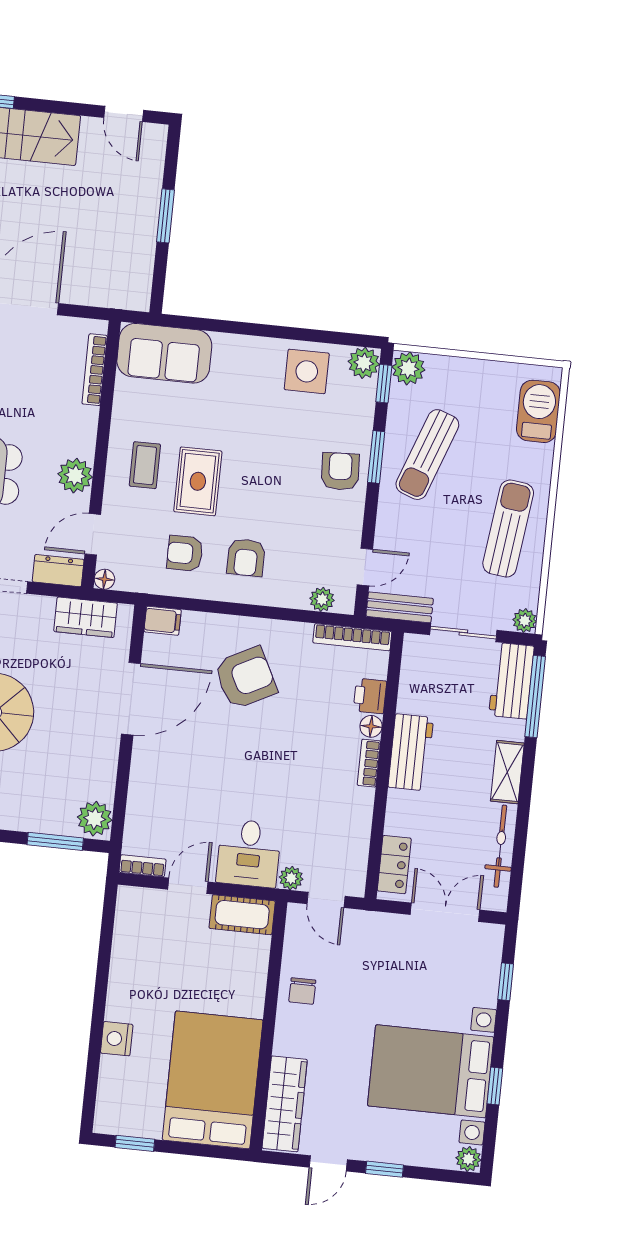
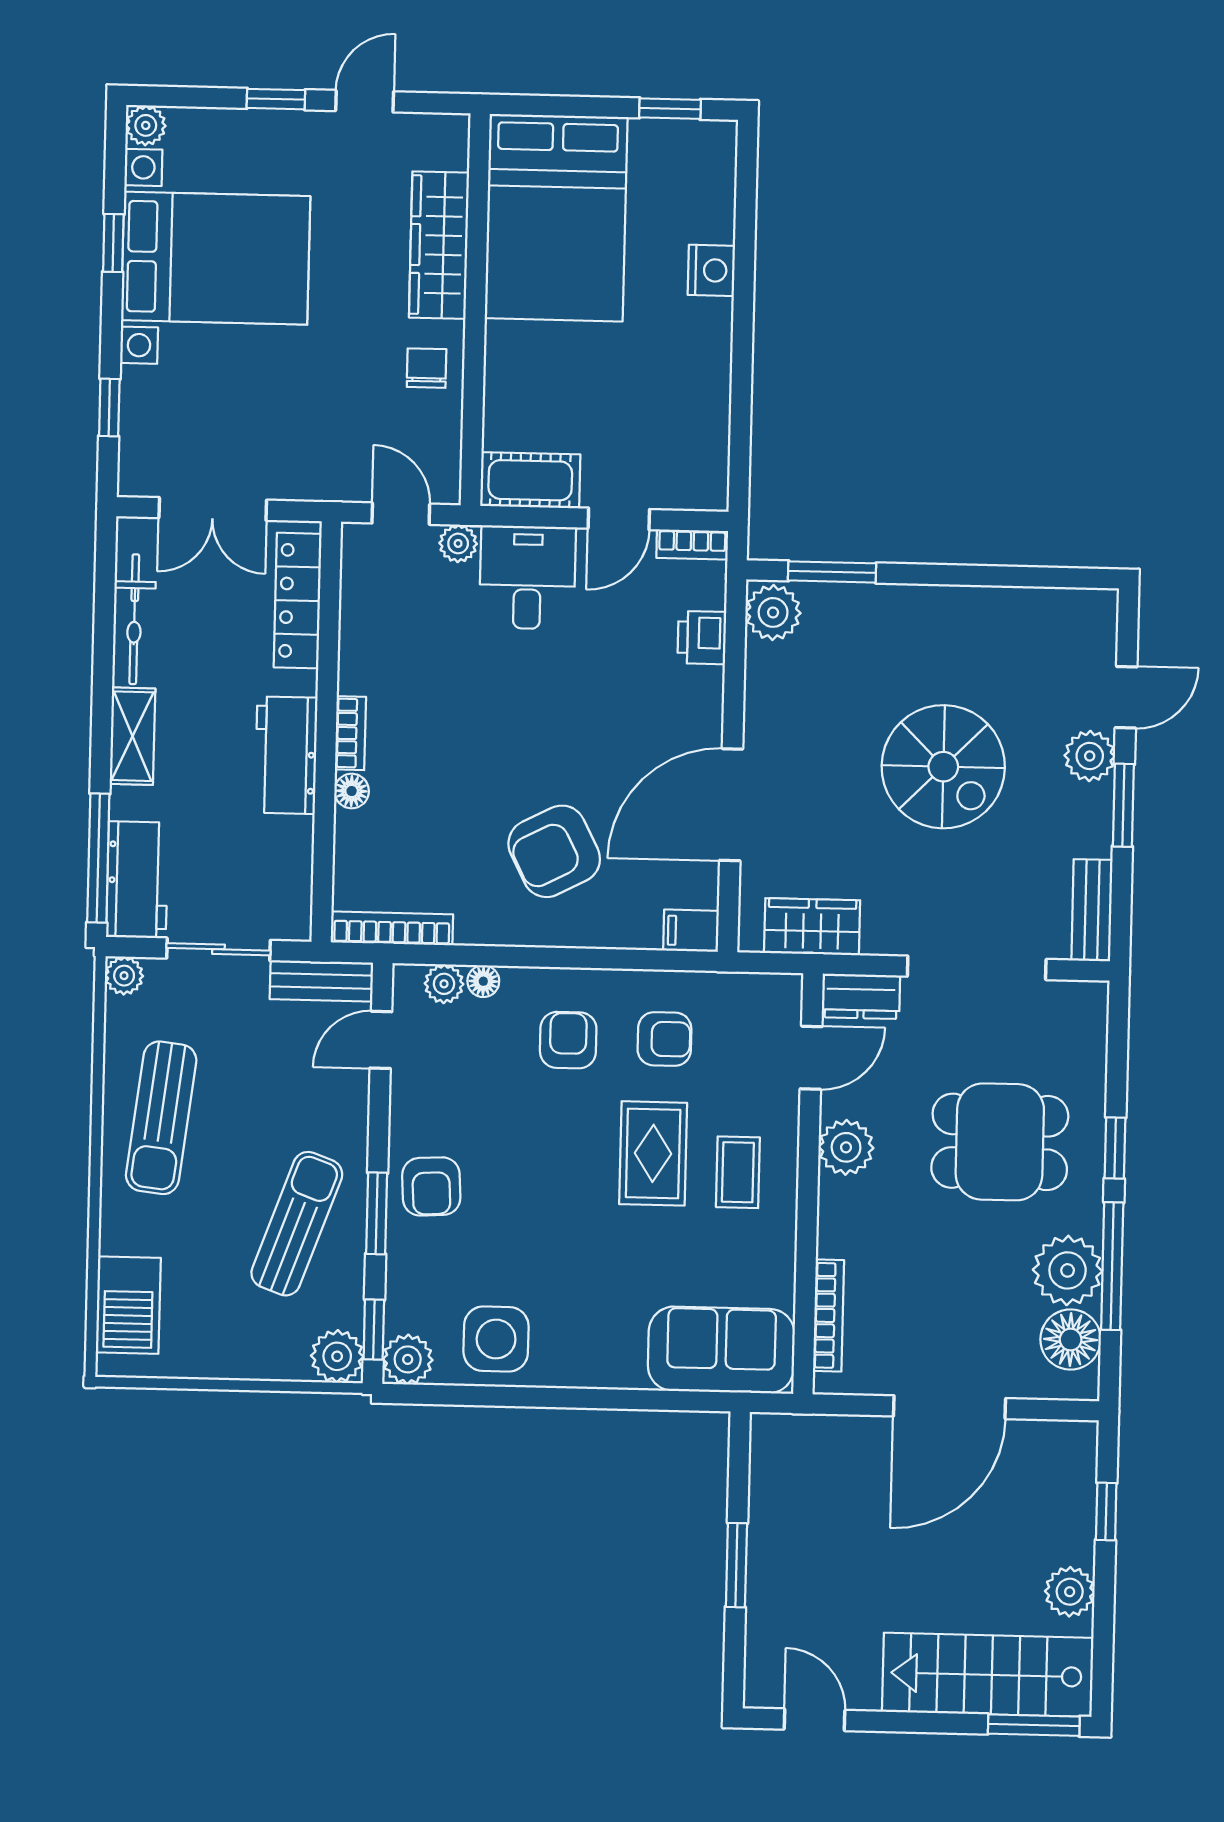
floor lamp: (104, 579) -> (483, 981), moved
printer: (370, 696) -> (702, 638), moved, turned 180
locker: (394, 865) -> (298, 601), width x1.53
wardrobe: (285, 1104) -> (439, 245), moved

